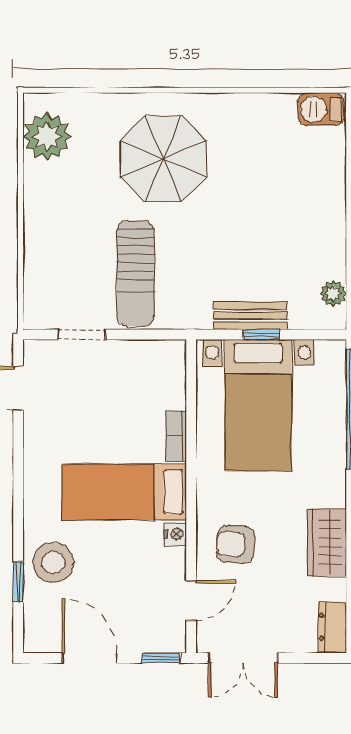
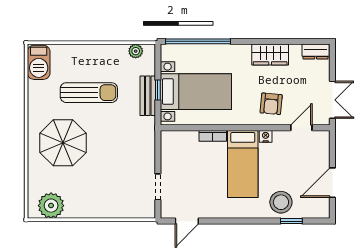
barbecue: (321, 109) -> (39, 62), width x1.38, depth x1.27
sun lounger: (136, 273) -> (89, 93), moved
door: (191, 600) -> (301, 128), hinge flipped
window: (161, 658) -> (332, 144), removed

